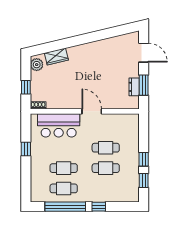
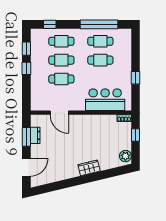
door: (144, 53) -> (26, 167), swing flipped
wardrobe: (56, 56) -> (89, 168), moved
door: (92, 111) -> (59, 113), moved
cafe table: (106, 188) -> (61, 41), added
window: (99, 207) -> (50, 24), moved

